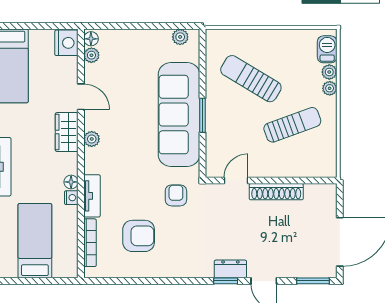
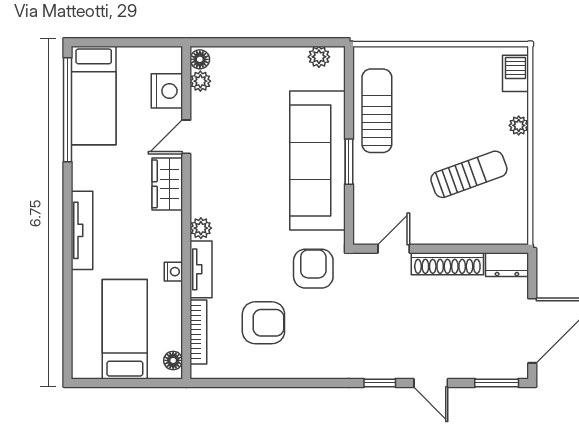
nightstand: (66, 43) -> (167, 91), moved
plant: (329, 72) -> (518, 104), removed
sun lounger: (251, 79) -> (377, 111), moved, turned 59
door: (81, 97) -> (186, 137), swing flipped
plant: (92, 139) -> (201, 228), moved
floor lamp: (71, 182) -> (173, 360), moved
armchair: (176, 195) -> (313, 269), width x1.38, depth x1.38
dresser: (230, 269) -> (507, 265), moved, turned 180

